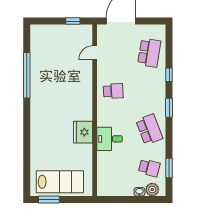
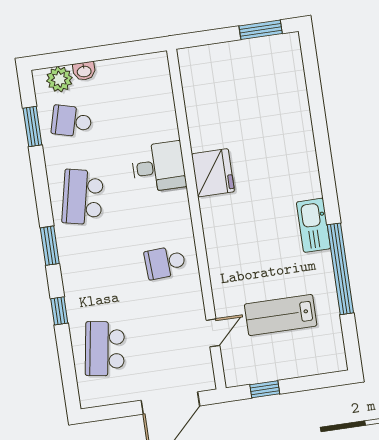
kitchen sink: (37, 99) -> (313, 225), added
school desk: (149, 129) -> (83, 197), turned 33
lab bench: (60, 182) -> (281, 315), moved, width x0.73, depth x0.72

